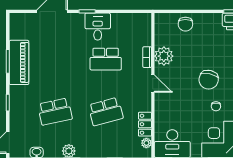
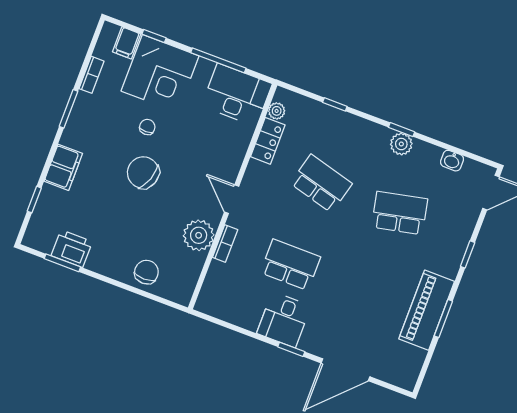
chair: (209, 80) -> (143, 173), turned -84
school desk: (106, 112) -> (321, 183), turned 30

